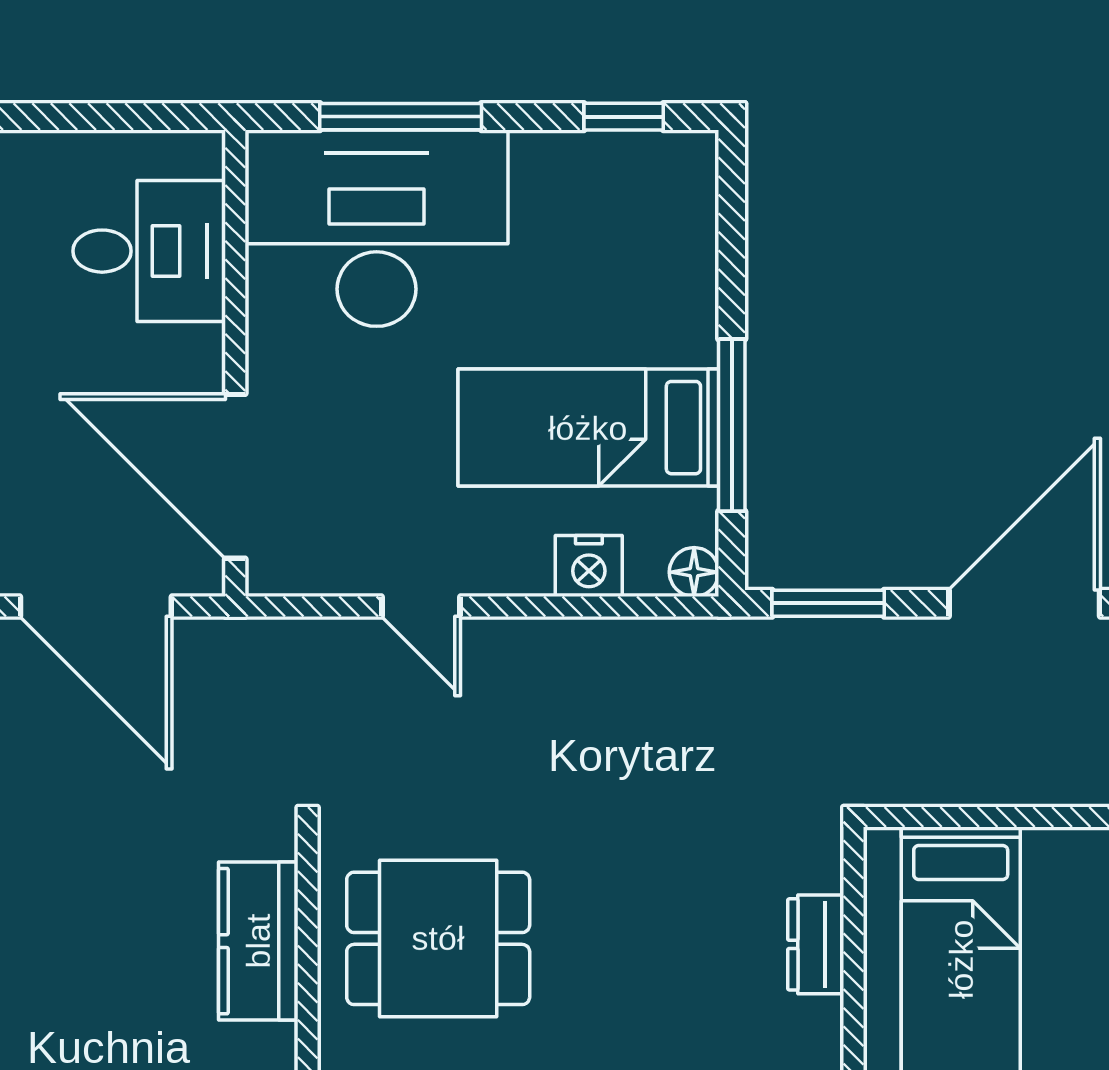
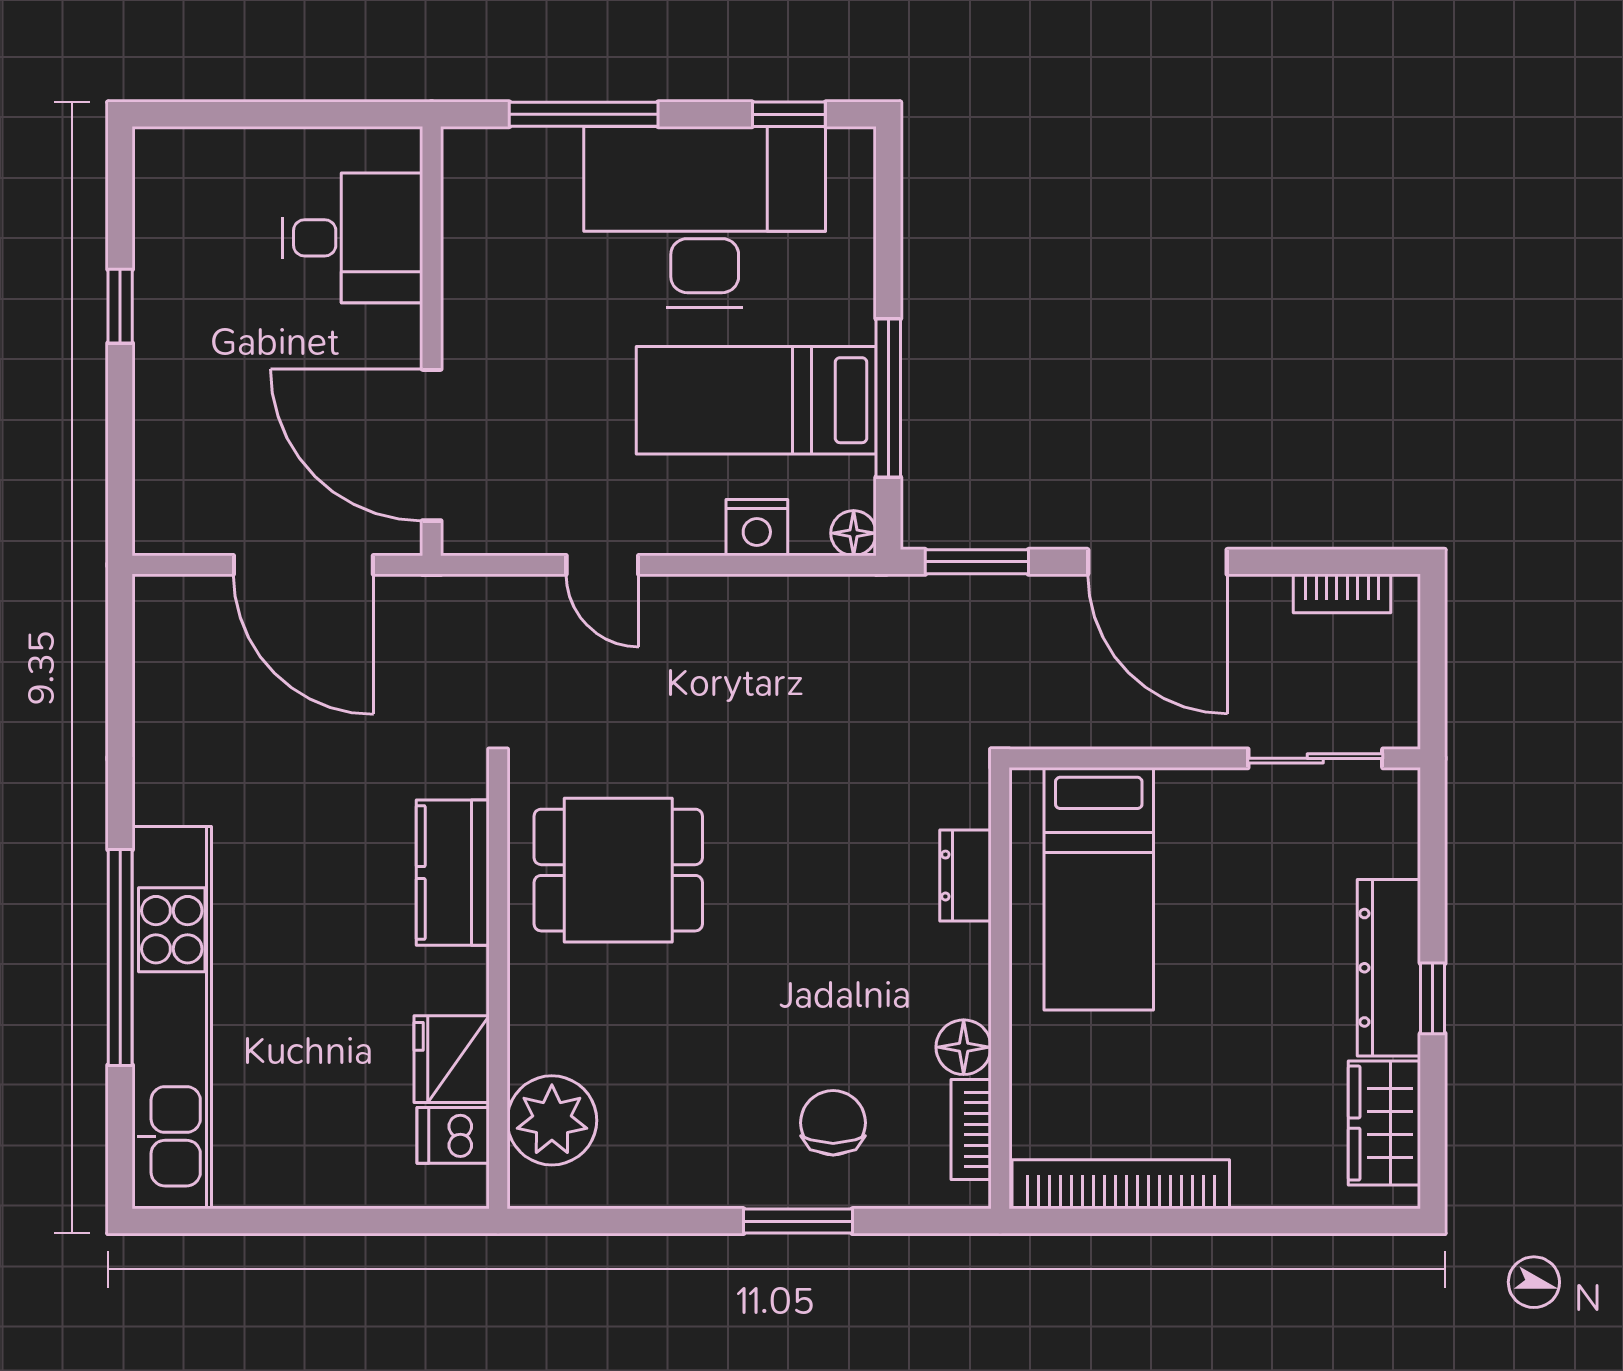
desk: (376, 228) -> (705, 217), moved
door: (1024, 603) -> (1157, 562), swing flipped

